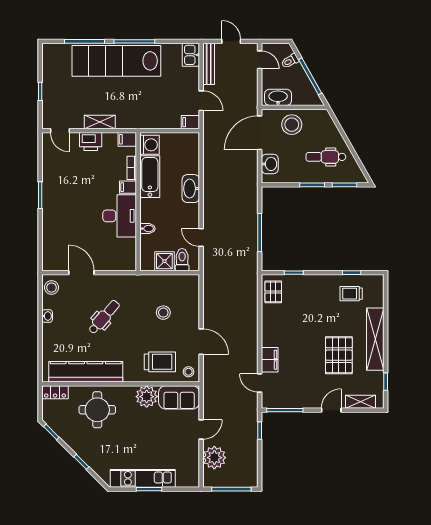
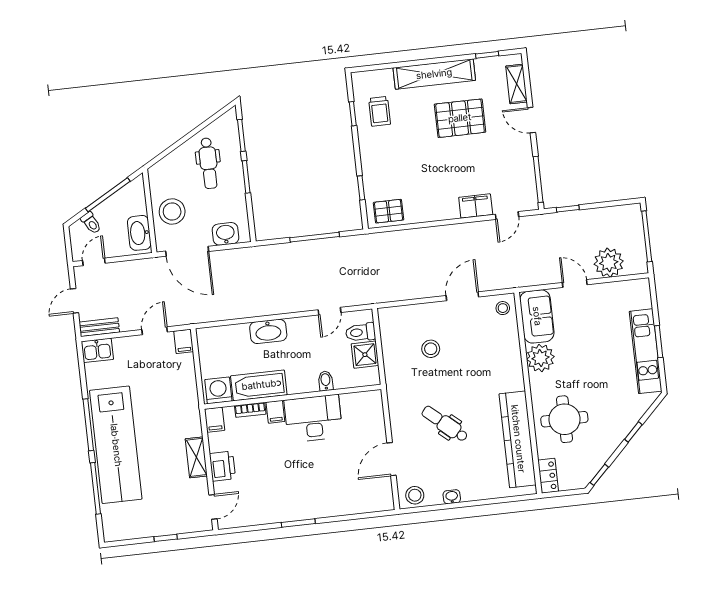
bench: (209, 64) -> (99, 327), width x0.73
trolley: (160, 362) -> (494, 346), removed

